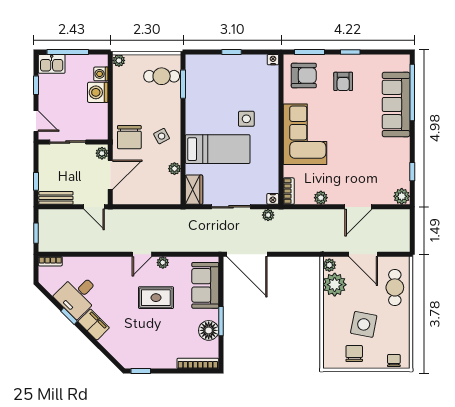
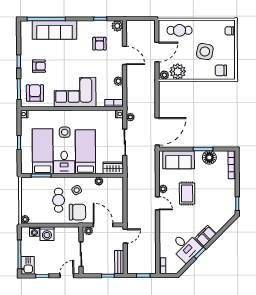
cafe table: (162, 76) -> (59, 200), moved
bed: (218, 86) -> (43, 151), added
desk: (202, 118) -> (64, 162), added
armchair: (376, 170) -> (99, 44), added
chair: (354, 354) -> (221, 70), moved

